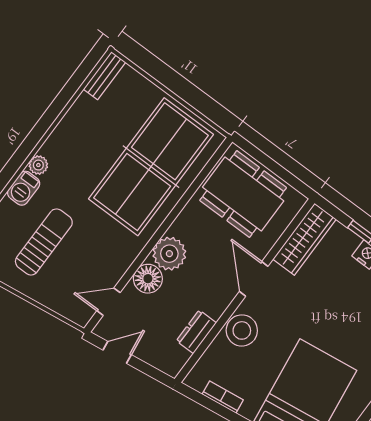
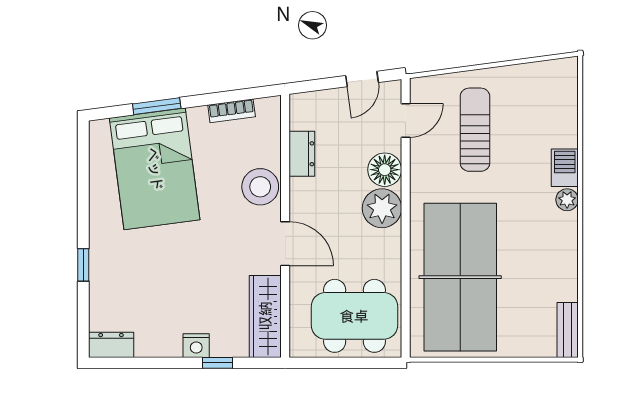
sun lounger: (44, 242) -> (475, 130), moved, turned 180

